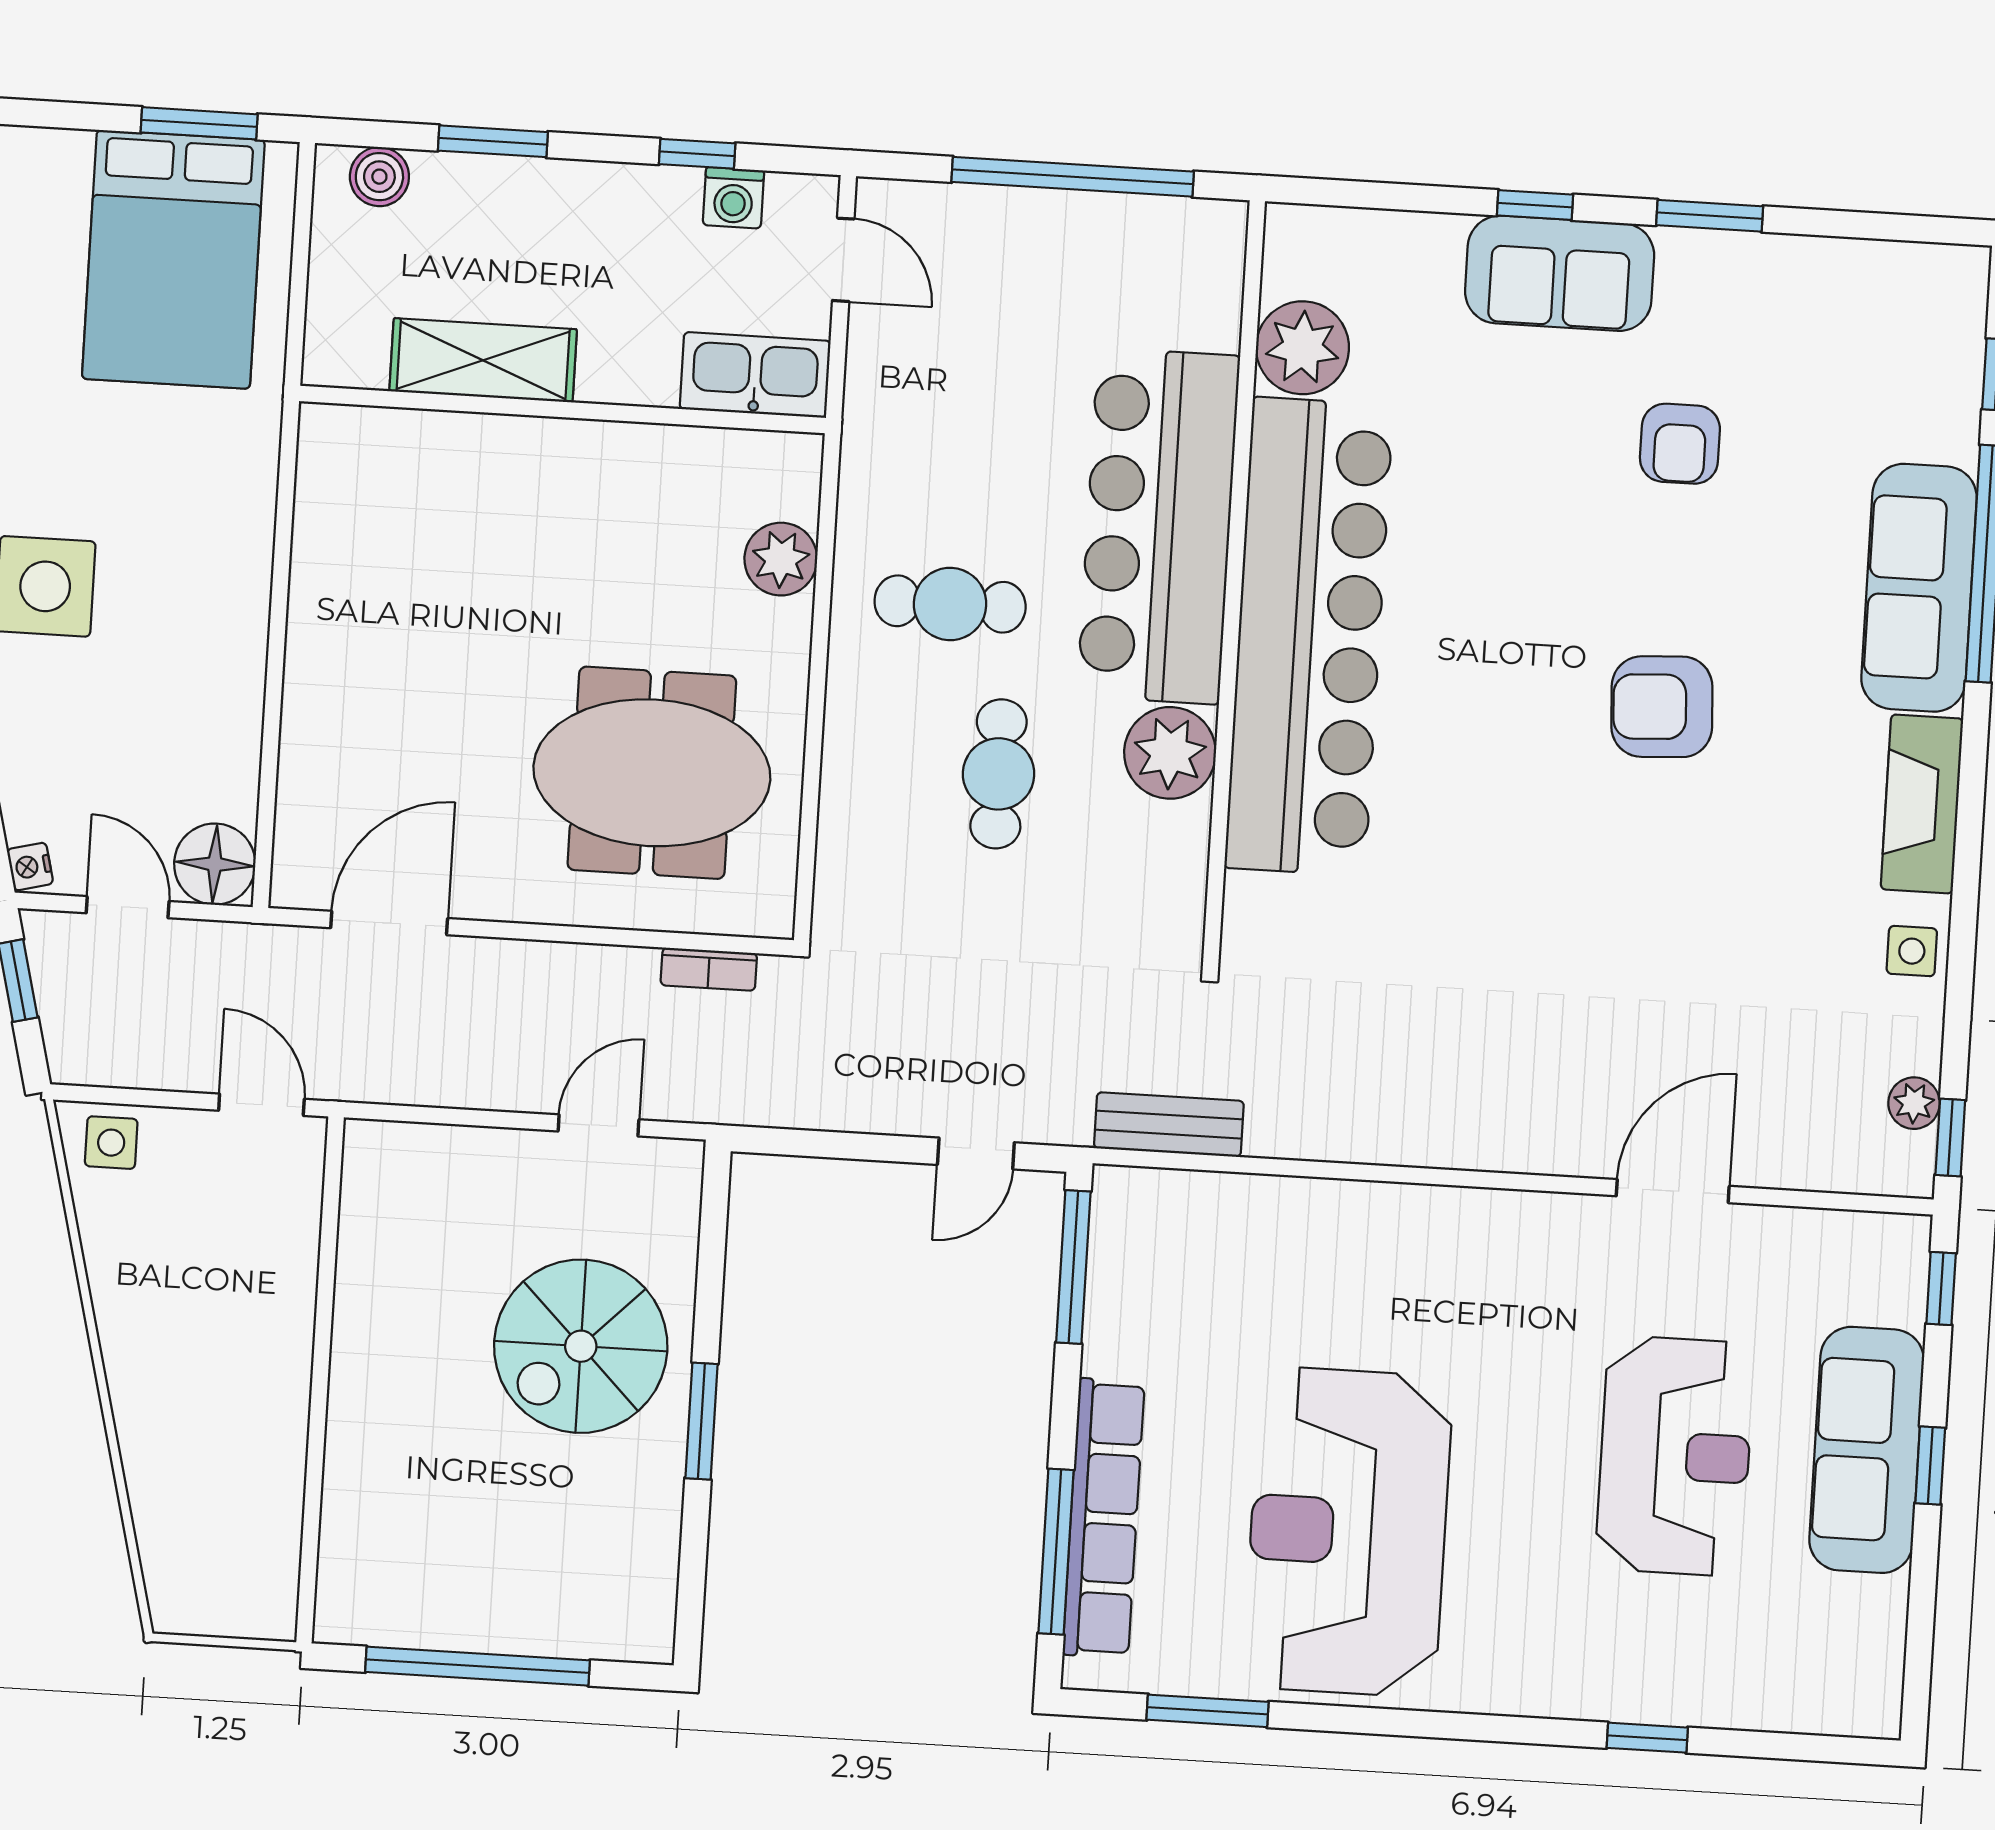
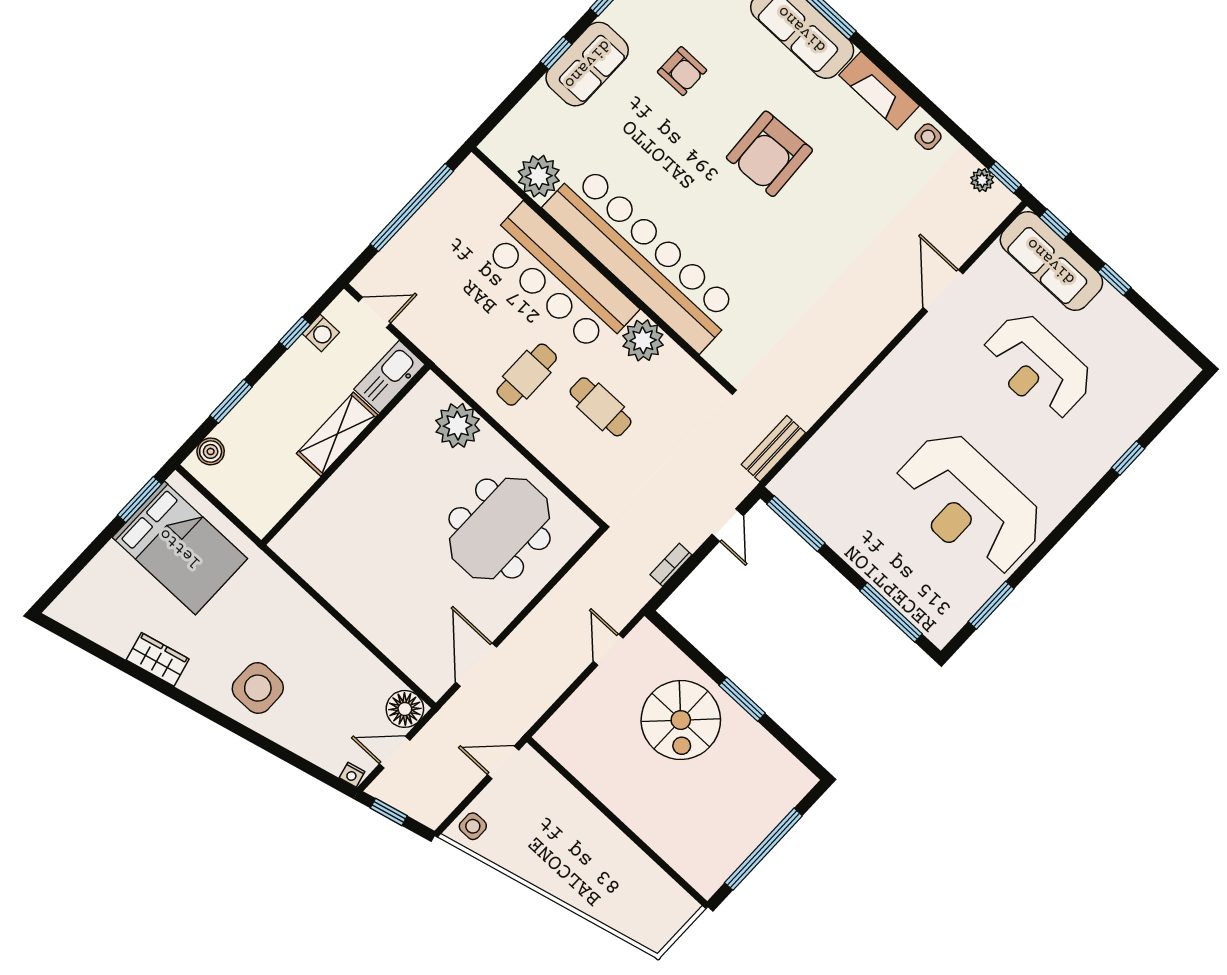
shelving: (483, 360) -> (337, 434), moved
plant: (781, 559) -> (458, 426), width x1.36, depth x1.36
armchair: (1662, 707) -> (769, 154), width x1.36, depth x1.36
bookcase: (709, 969) -> (671, 565), moved, turned 180
sofa: (1867, 1450) -> (1051, 261), moved
reception desk: (1675, 1456) -> (1037, 367), turned 180
row of seats: (1104, 1518) -> (893, 586), removed

